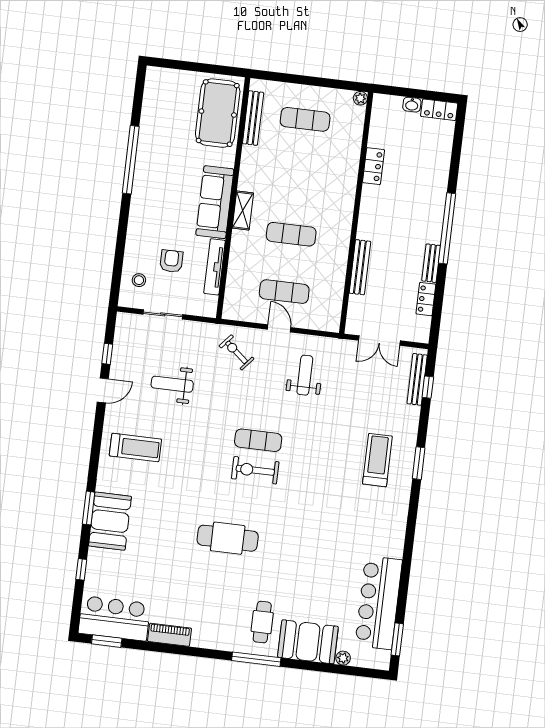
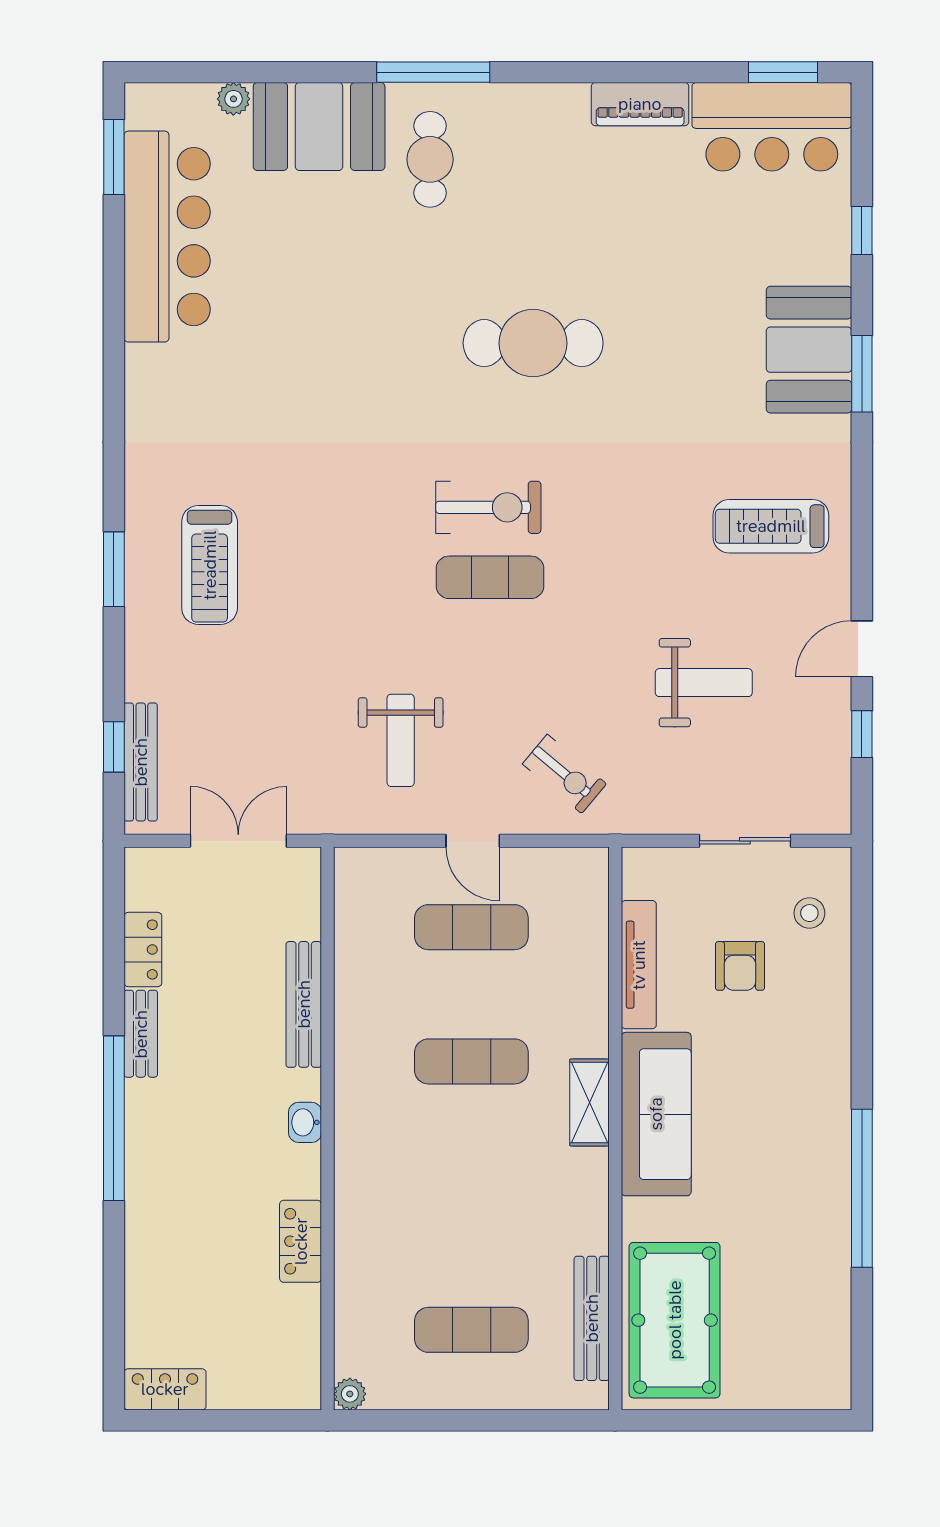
washbasin: (412, 105) -> (305, 1122), moved, turned -90

